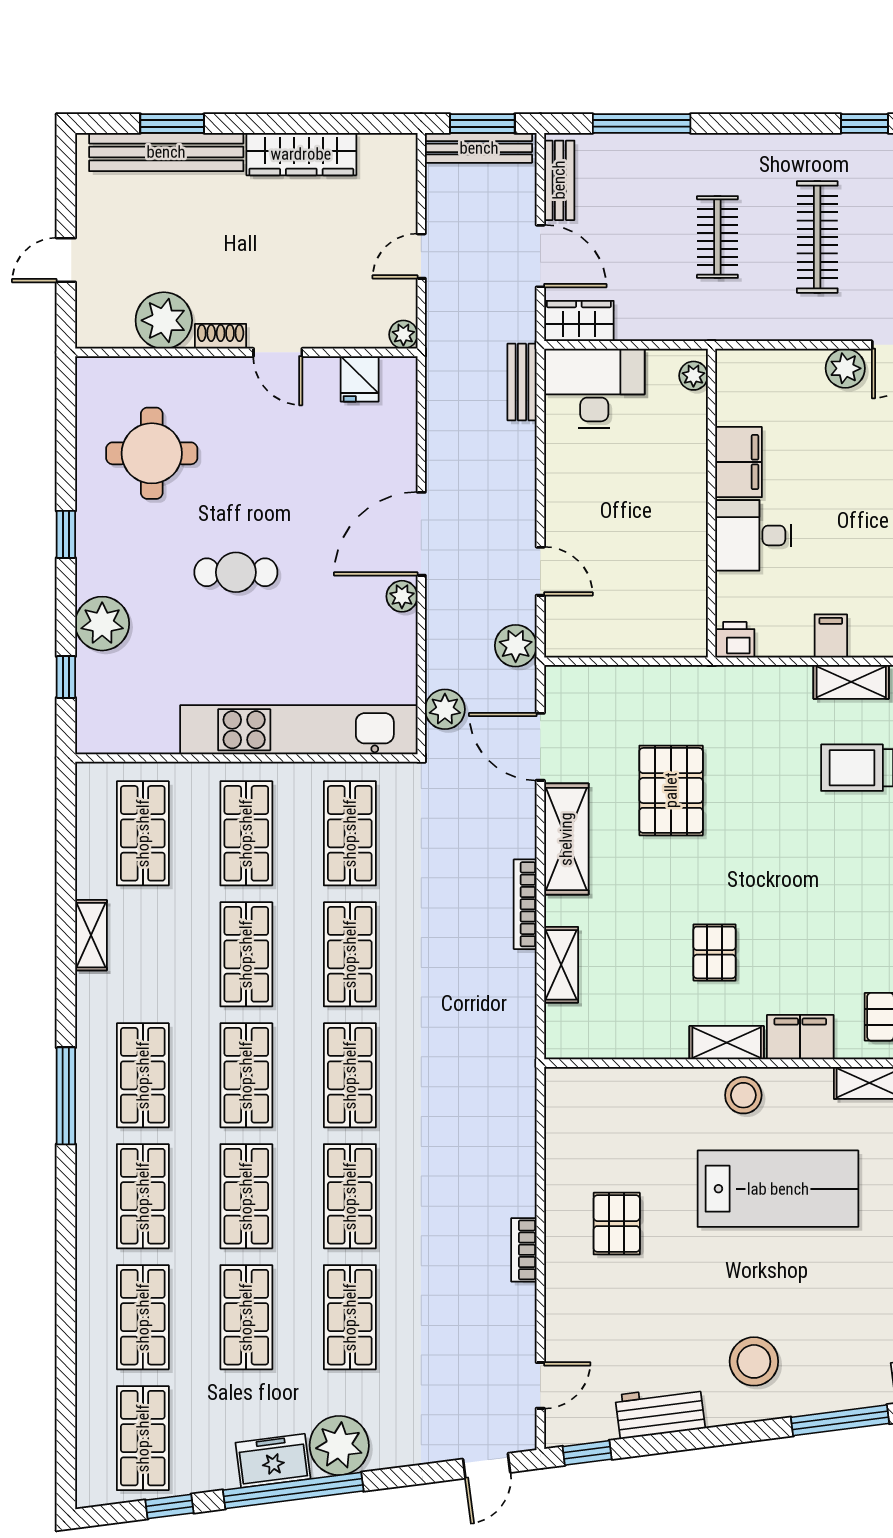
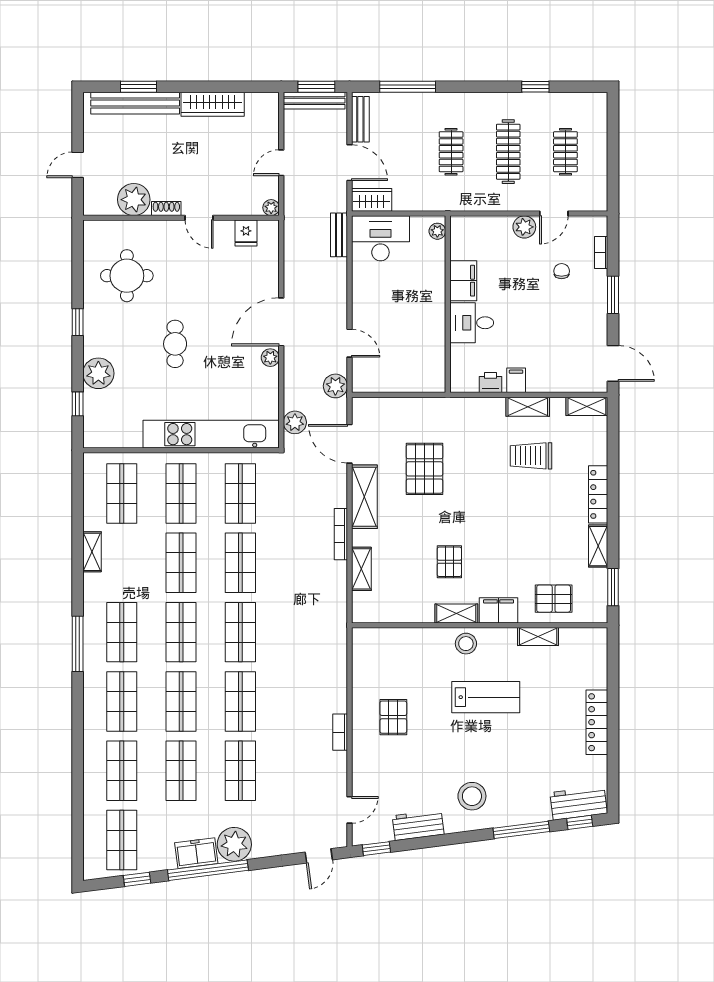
cafe table: (236, 572) -> (175, 344), turned 90
printer: (735, 640) -> (491, 383), moved
lab bench: (778, 1189) -> (486, 697), width x0.73, depth x0.72

